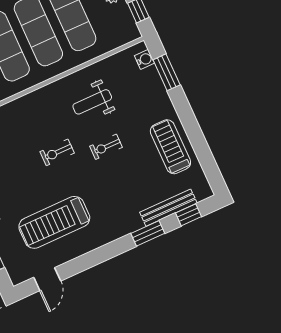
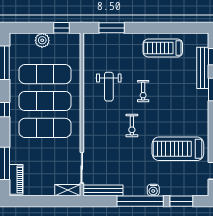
water cooler: (145, 59) -> (96, 39), removed
treadmill: (54, 222) -> (178, 149), turned 90

